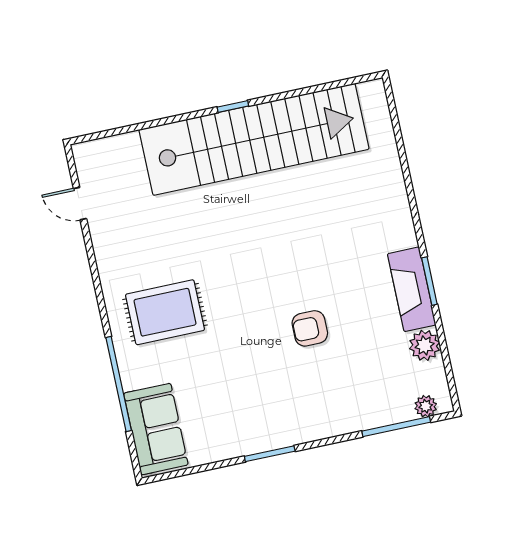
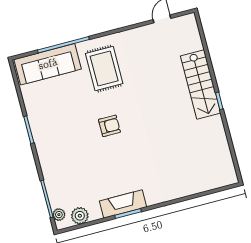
stairs: (254, 139) -> (201, 84), width x0.54, depth x0.66
armchair: (310, 328) -> (109, 126), moved, turned 90
plant: (425, 345) -> (80, 216), moved
sofa: (156, 429) -> (48, 64), width x1.36

